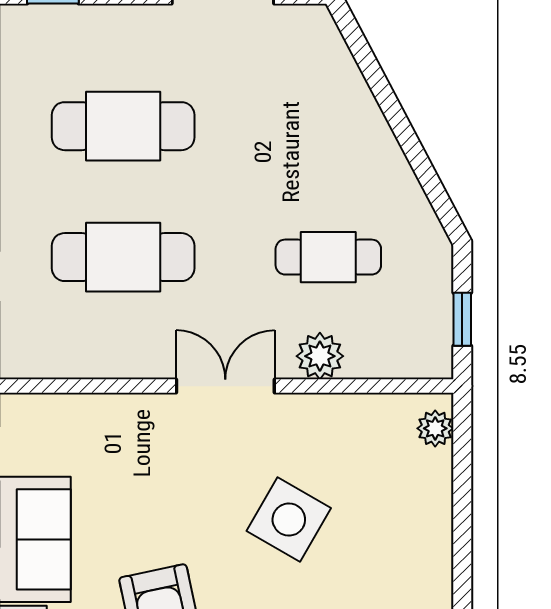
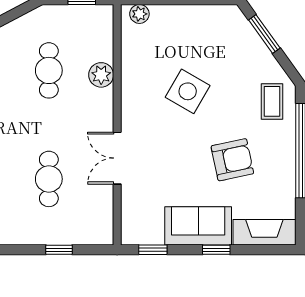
cafe table: (123, 257) -> (49, 179), width x0.73, depth x0.74
double door: (225, 386) -> (117, 158), moved

